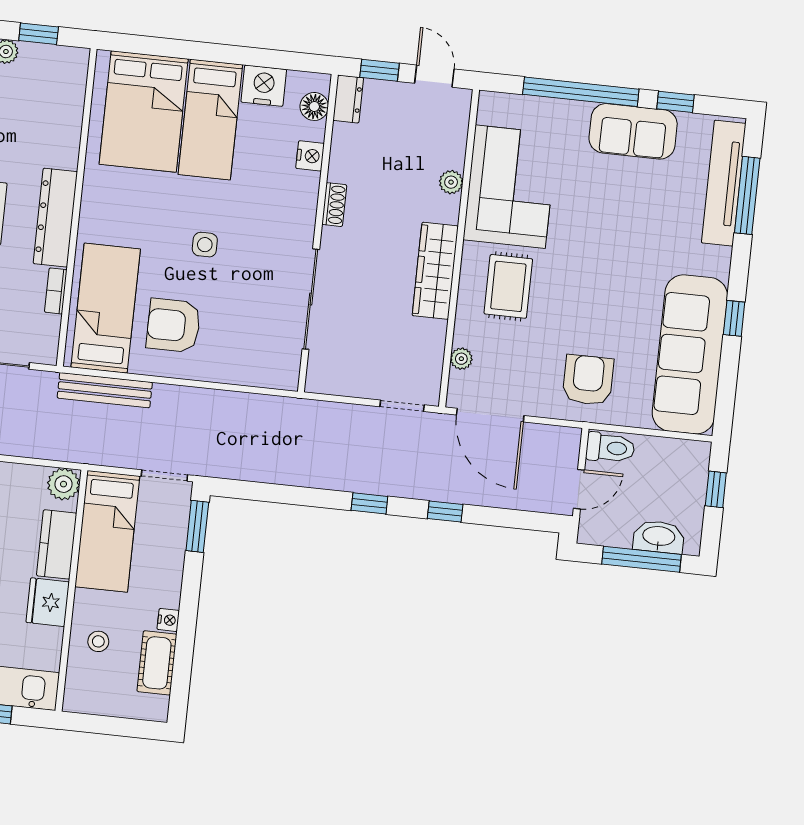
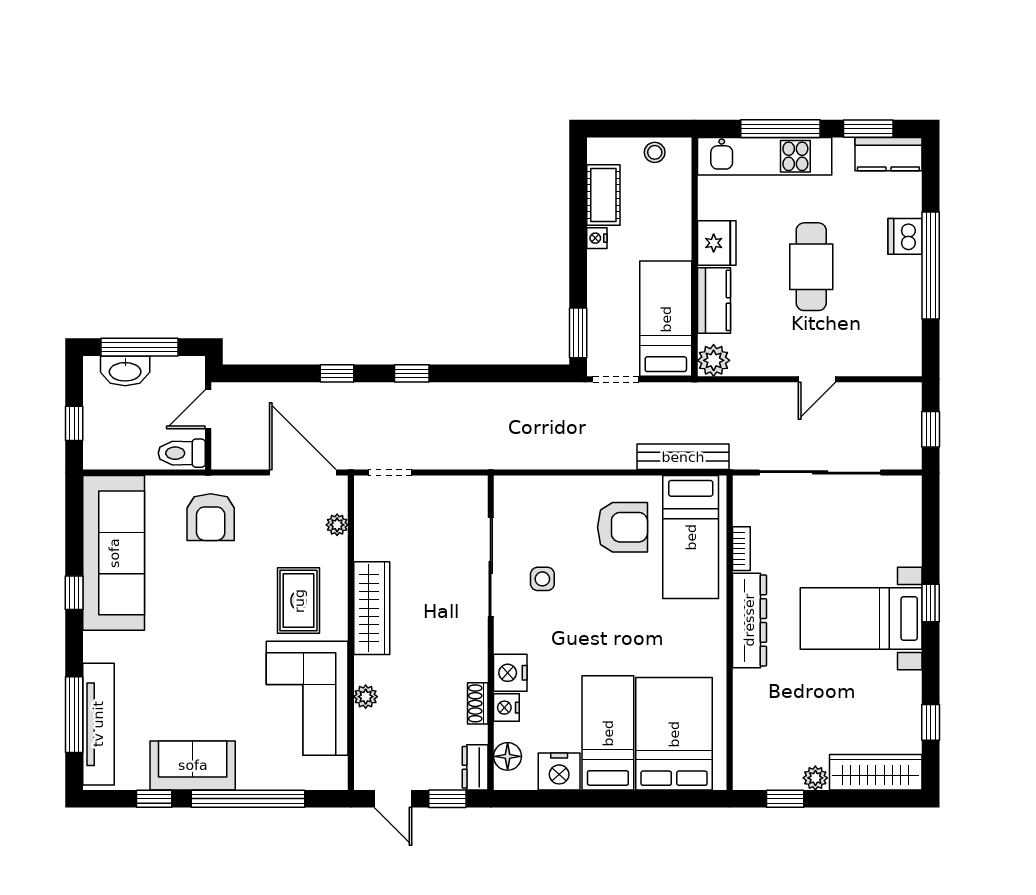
nightstand: (302, 191) -> (510, 673), added
shoe rack: (334, 205) -> (478, 703), moved
side table: (205, 245) -> (542, 579), moved
stool: (98, 641) -> (655, 152), moved

